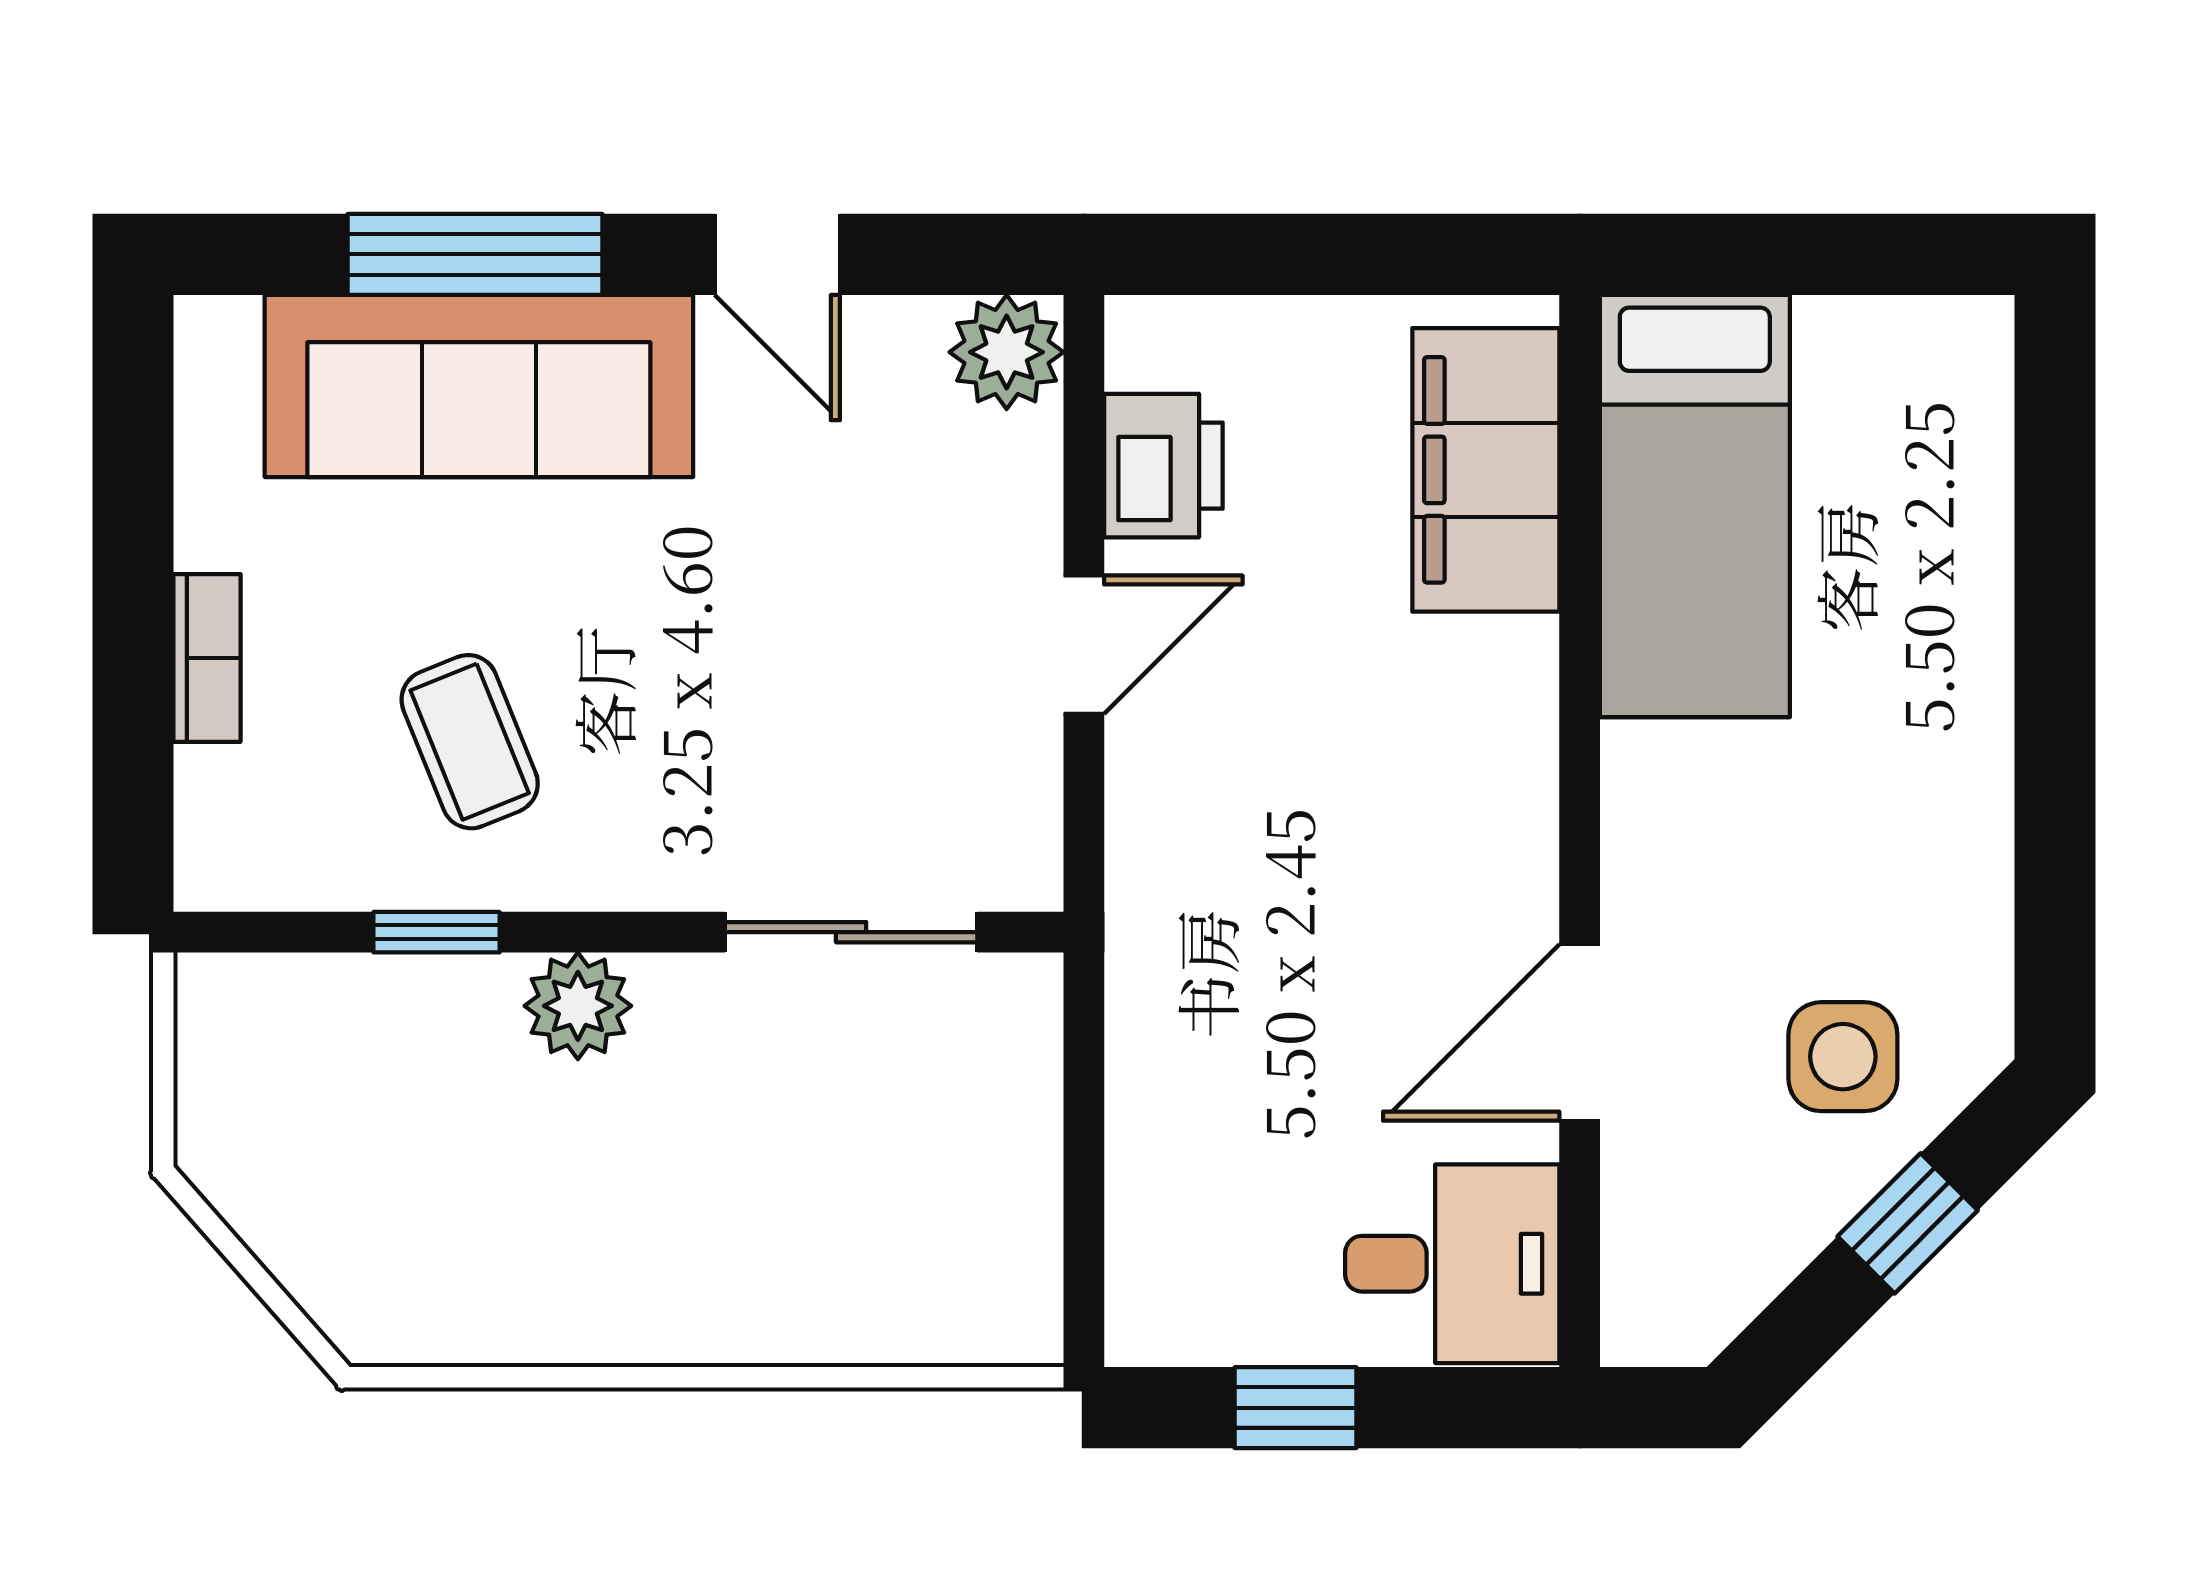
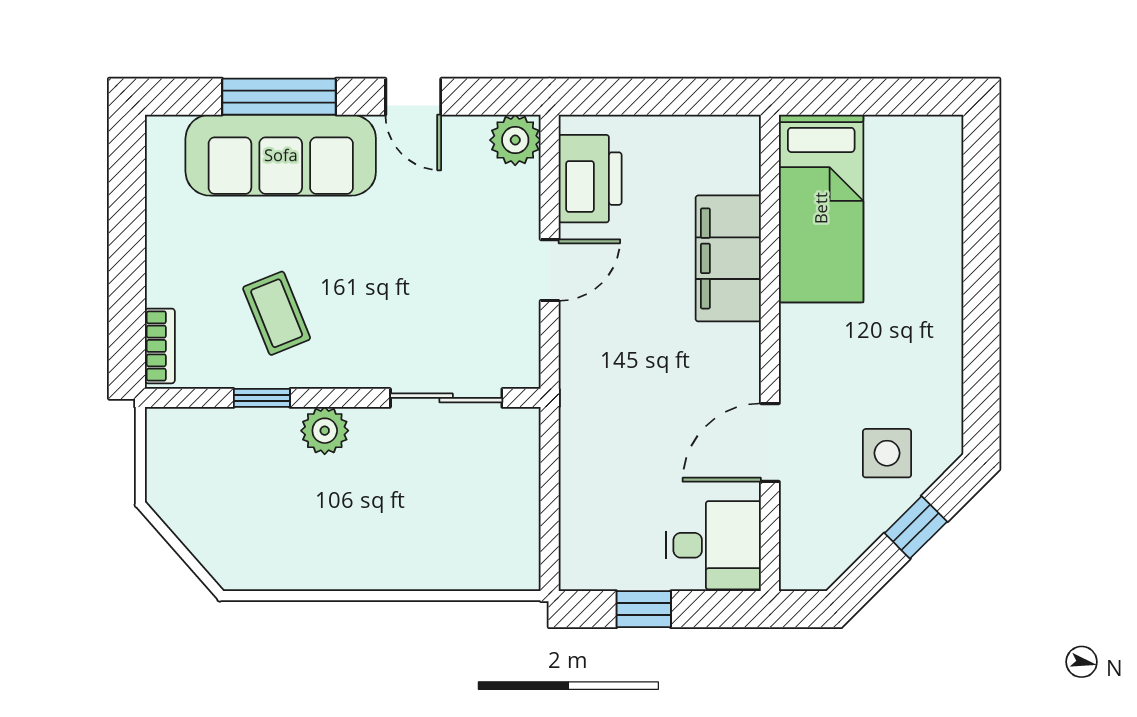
printer: (1163, 466) -> (590, 179), width x1.37, depth x1.19
filing cabinet: (1486, 470) -> (728, 258), moved
bookcase: (207, 658) -> (160, 346), moved

